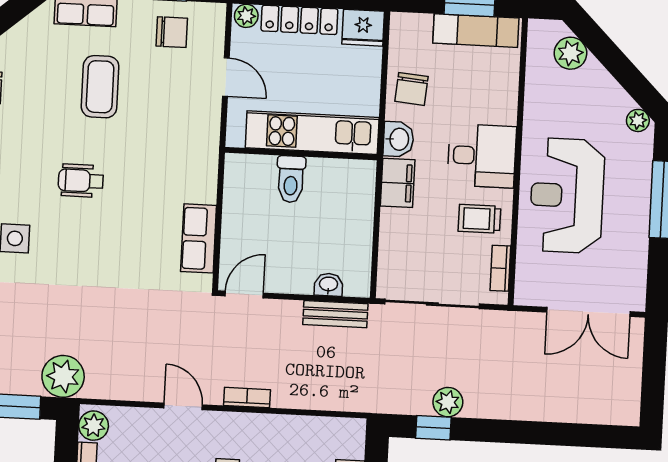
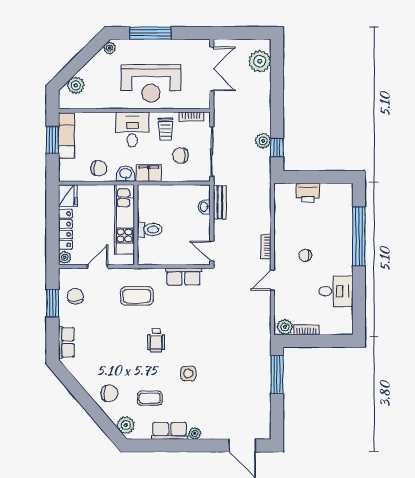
coffee table: (100, 87) -> (137, 296), moved
chair: (428, 244) -> (180, 156), added
plant: (63, 376) -> (260, 61), moved

